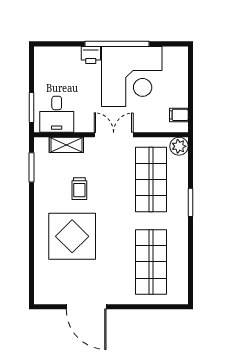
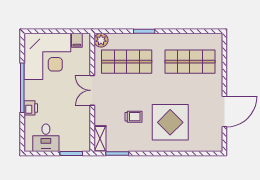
corner desk: (132, 77) -> (47, 56), moved, turned 90
desk: (57, 114) -> (46, 138), moved, turned 90
shelving: (66, 145) -> (100, 139), moved

